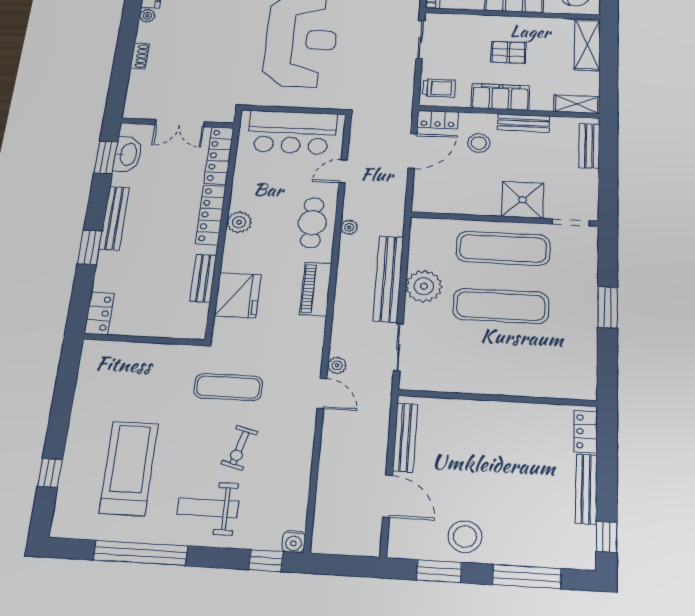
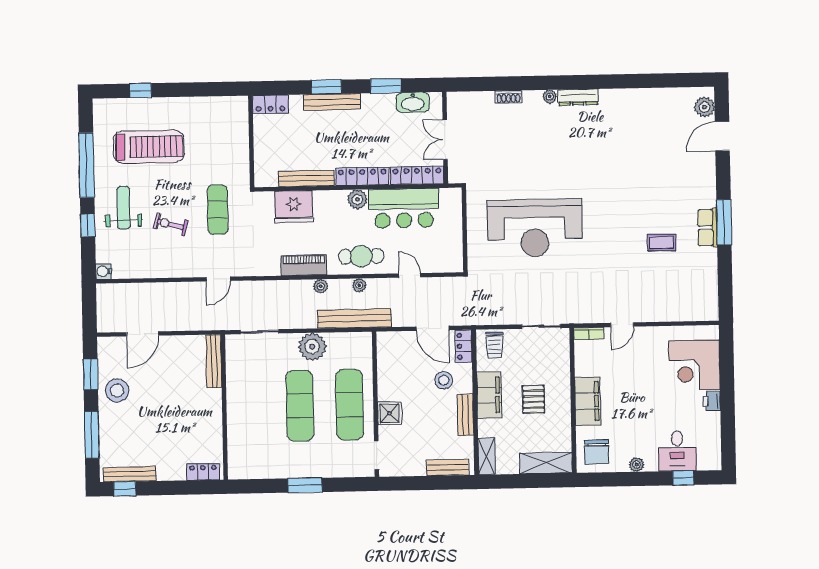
bar counter: (292, 132) -> (404, 208), moved, turned -90
window: (106, 157) -> (386, 86), moved
shower: (523, 200) -> (390, 413), width x0.73, depth x0.73
bench: (114, 218) -> (332, 102), moved
bench: (203, 278) -> (306, 178), width x1.36
bench: (388, 279) -> (354, 319), moved
plant: (337, 365) -> (321, 286), moved
bench: (405, 437) -> (214, 361), moved, turned 90
bench: (586, 489) -> (130, 474), moved
window: (266, 561) -> (88, 225), moved

